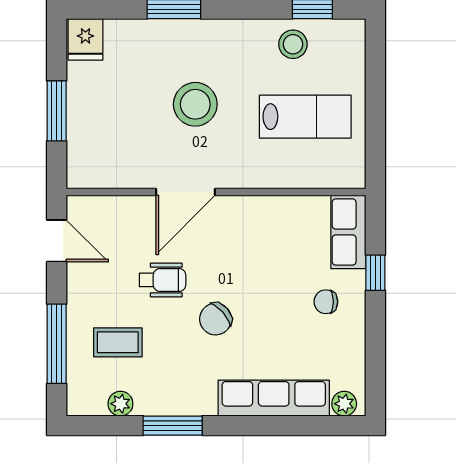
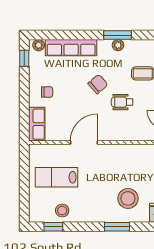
stool: (195, 104) -> (128, 198), moved
door: (185, 192) -> (84, 143), moved
window: (375, 273) -> (24, 58), moved
plant: (120, 404) -> (118, 45), moved

